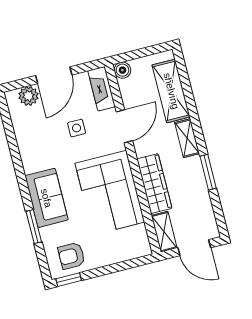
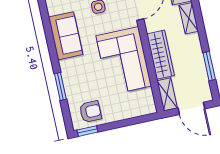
window: (208, 172) -> (209, 66), moved
sofa: (46, 198) -> (66, 36), moved
armchair: (72, 256) -> (90, 112), turned 180

